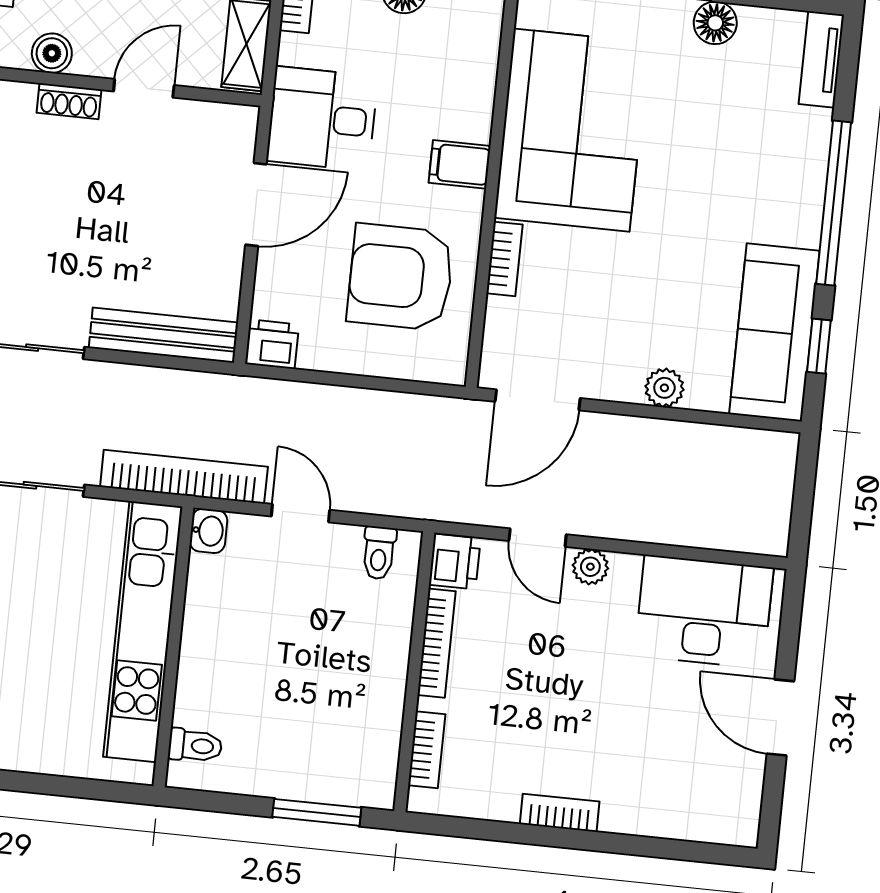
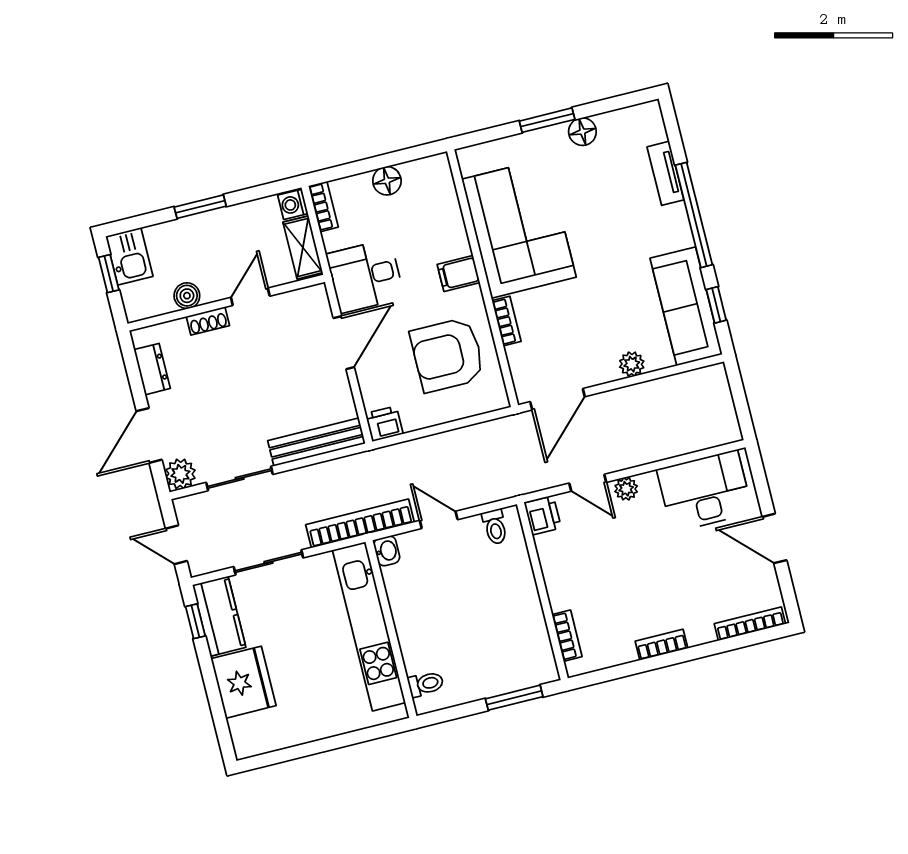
tv unit: (821, 59) -> (665, 173), moved
bookcase: (436, 643) -> (750, 624), moved, turned -90

